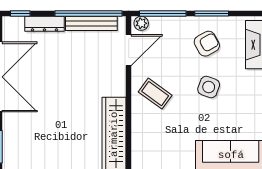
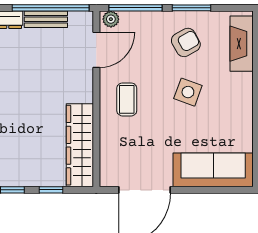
bench: (91, 23) -> (46, 19), width x0.73
coffee table: (155, 94) -> (127, 99), turned 54

